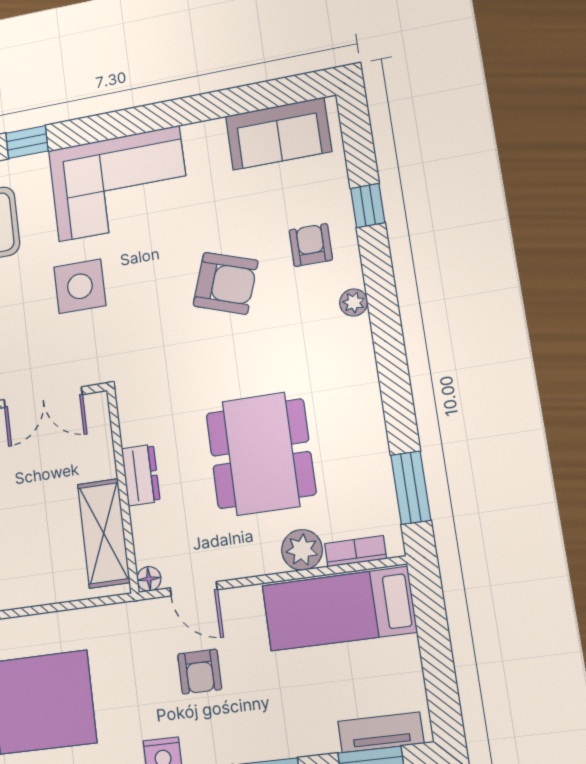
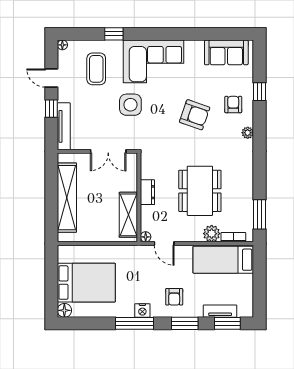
armchair: (200, 672) -> (174, 297), moved
tv unit: (381, 732) -> (220, 311), moved

